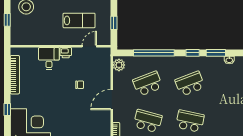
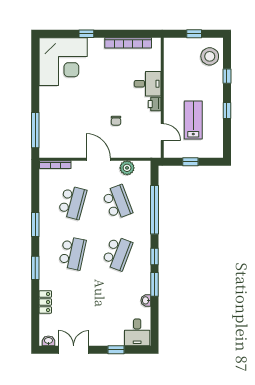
lab bench: (79, 20) -> (193, 120), turned 180
plant: (119, 65) -> (127, 168), moved
school desk: (190, 84) -> (117, 253), turned 42

